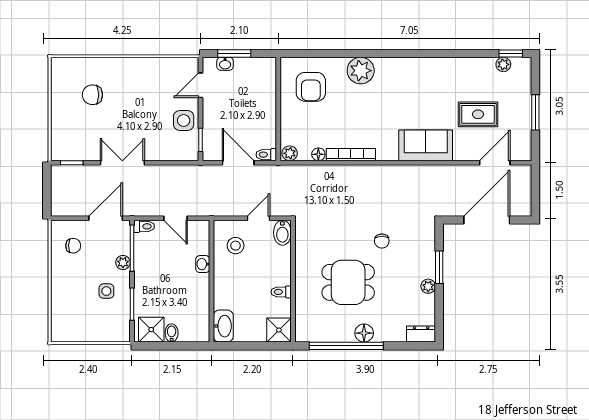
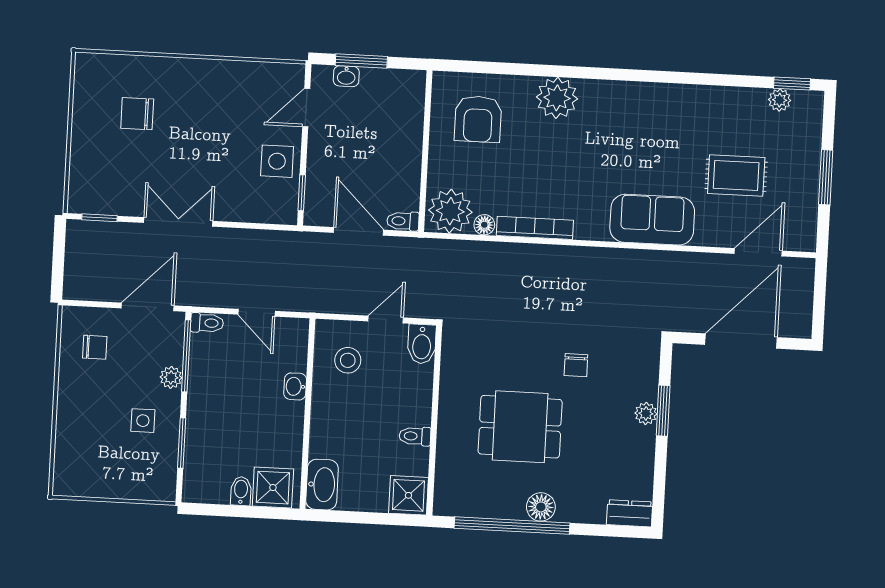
plant: (290, 153) -> (450, 211), width x1.88, depth x1.88
plant: (428, 286) -> (646, 414), moved
shower: (151, 330) -> (273, 488), moved

